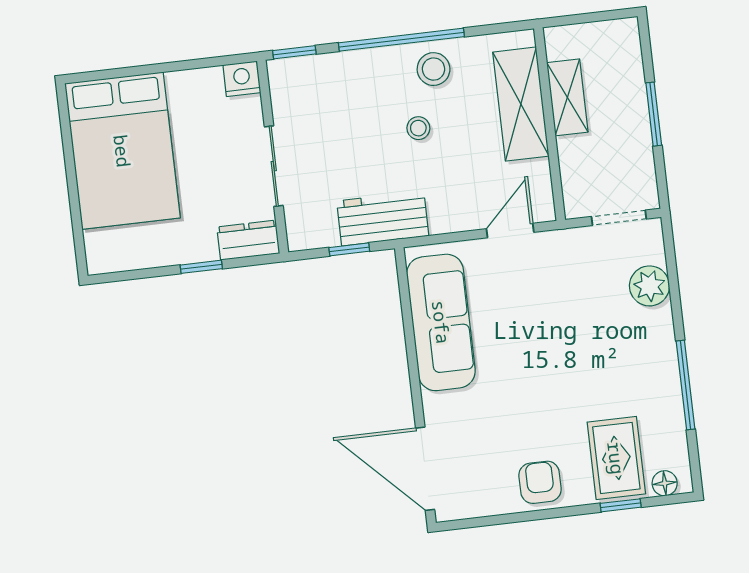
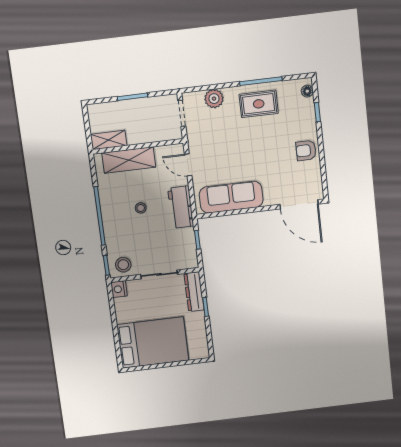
stool: (434, 69) -> (123, 265), moved
shelving: (567, 97) -> (109, 140), moved
workbench: (383, 218) -> (181, 207), moved
dresser: (248, 240) -> (194, 292), width x1.44
rug: (616, 458) -> (259, 104), moved
door: (425, 469) -> (299, 204), hinge flipped

